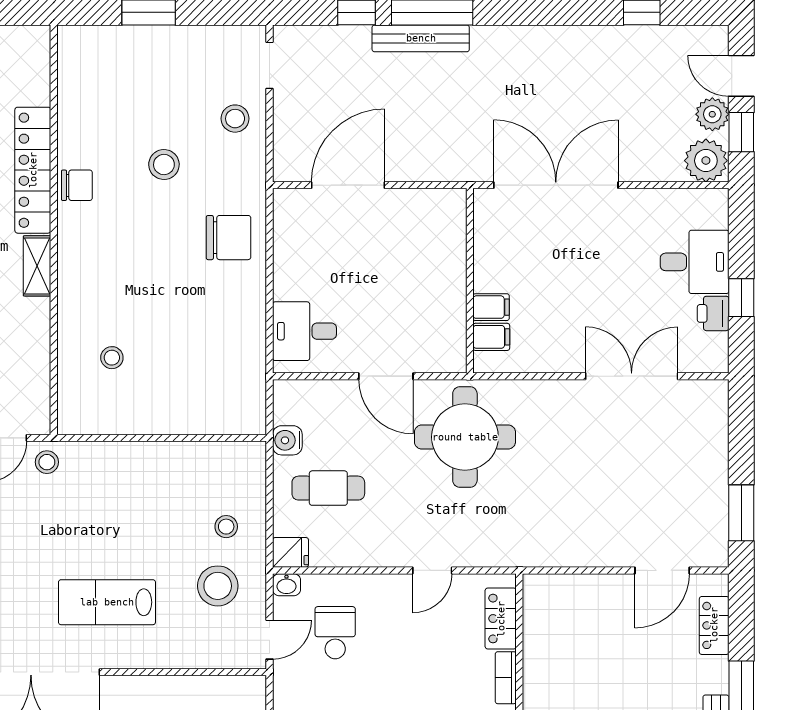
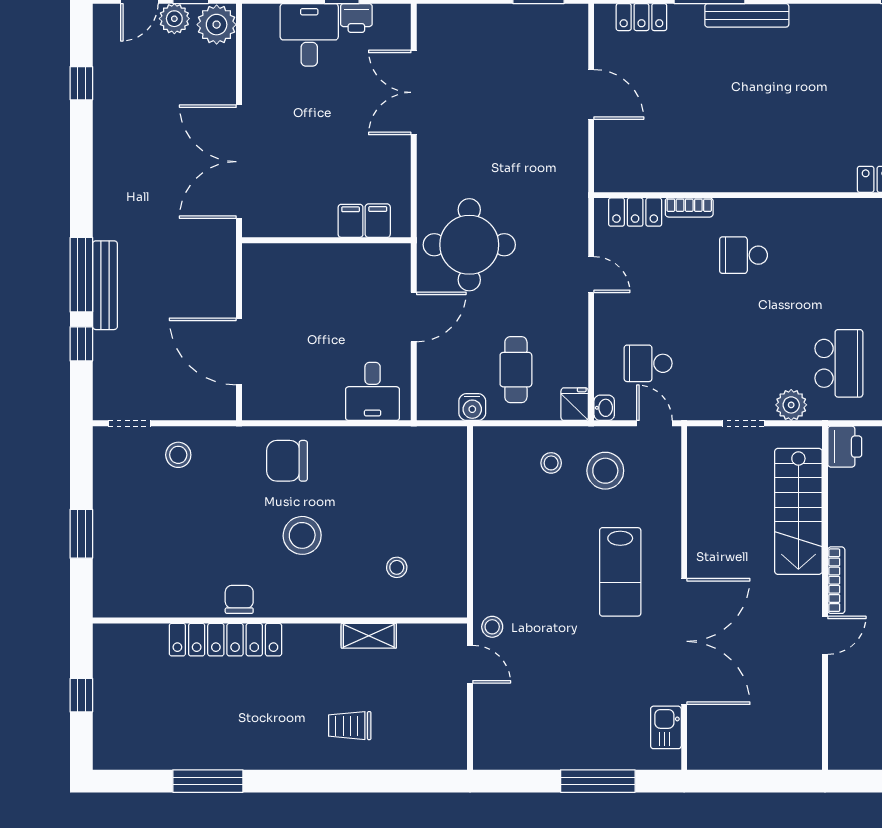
stool: (164, 164) -> (302, 535), moved, width x1.38, depth x1.38
chair: (229, 238) -> (287, 461), turned -90
shelving: (37, 266) -> (369, 636), moved
door: (662, 570) -> (591, 94), moved

